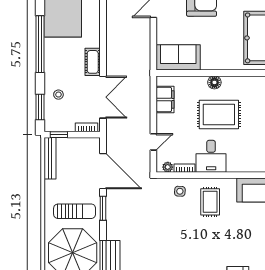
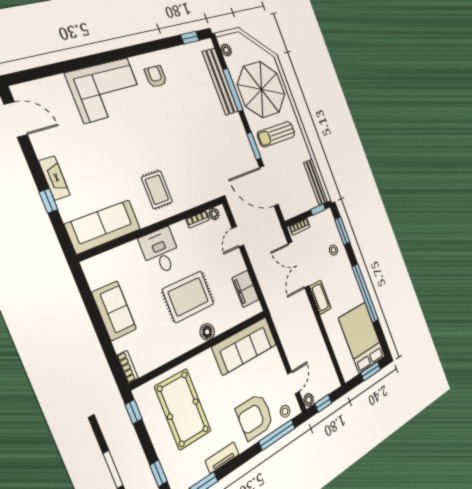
sofa: (178, 57) -> (245, 346), width x1.36
desk: (211, 156) -> (161, 251), moved
side table: (180, 191) -> (192, 191), removed

